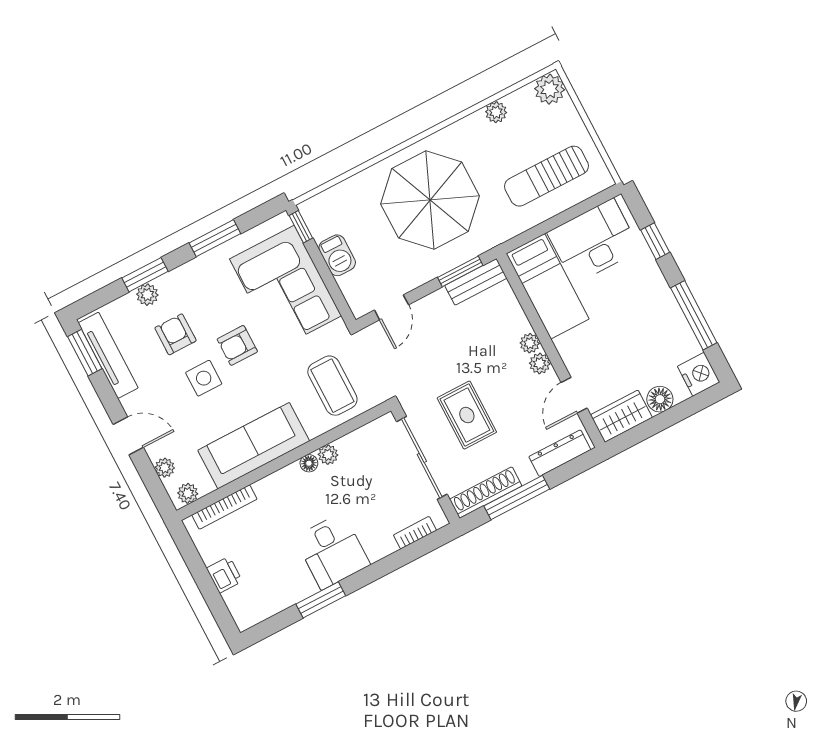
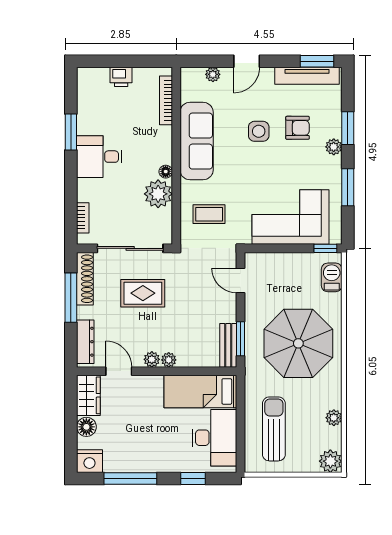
barbecue: (337, 255) -> (332, 277), moved, turned 90
plant: (147, 295) -> (334, 147), moved
armchair: (237, 345) -> (269, 165), removed
coffee table: (332, 386) -> (209, 214), width x0.73, depth x0.77
plant: (328, 455) -> (158, 194), width x1.88, depth x1.88
plant: (188, 493) -> (188, 81), removed

